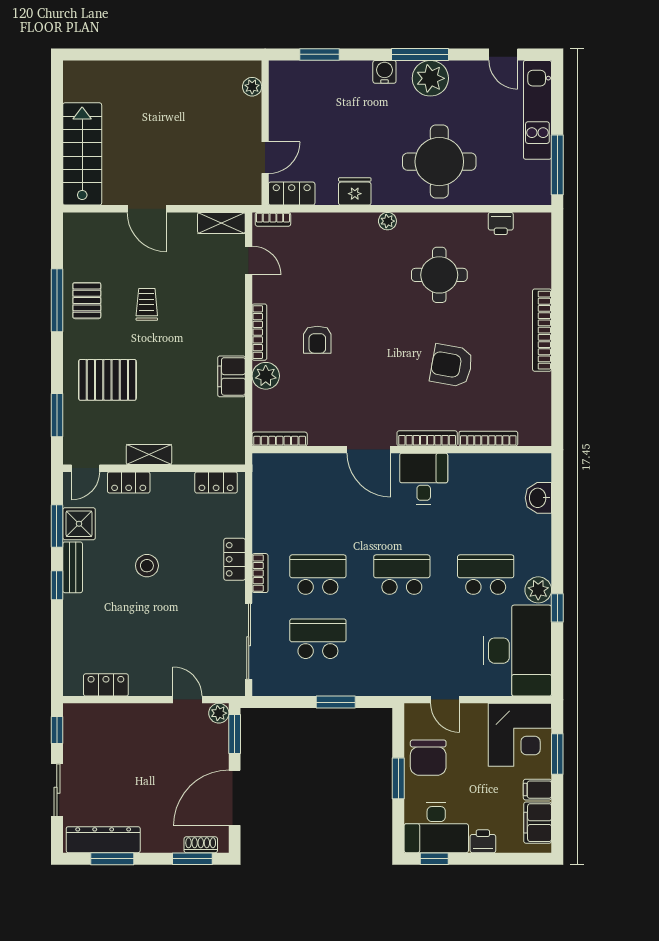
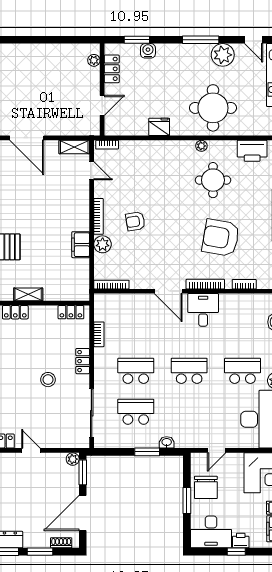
water cooler: (384, 72) -> (148, 51), moved
plant: (430, 78) -> (223, 55), moved
locker: (292, 194) -> (112, 69), moved, turned 90
door: (147, 209) -> (27, 138), width x1.36
plant: (387, 221) -> (201, 146), moved
printer: (501, 223) -> (252, 151), width x1.87, depth x1.48
trolley: (147, 304) -> (27, 199), removed
armchair: (317, 340) -> (135, 221), turned 81
armchair: (452, 365) -> (221, 238), width x1.36, depth x1.36
bookcase: (488, 439) -> (244, 284), width x0.64
stool: (147, 566) -> (48, 380), moved
bookcase: (260, 573) -> (99, 334), moved
washbasin: (366, 687) -> (167, 442), added
door: (187, 700) -> (31, 450), moved
door: (445, 700) -> (217, 450), hinge flipped
window: (192, 859) -> (40, 552), moved
window: (434, 859) -> (236, 552), moved

